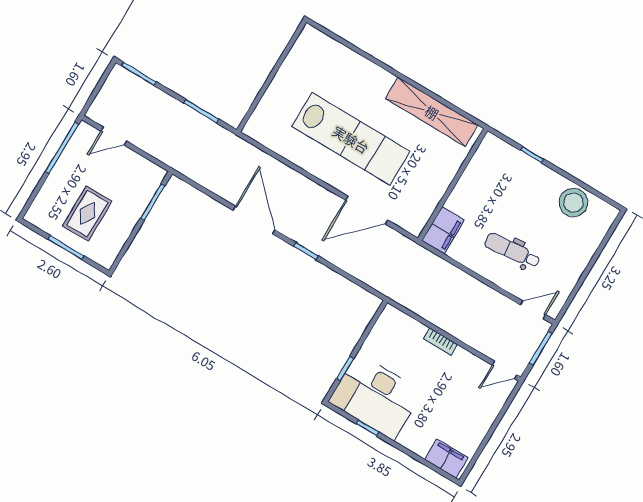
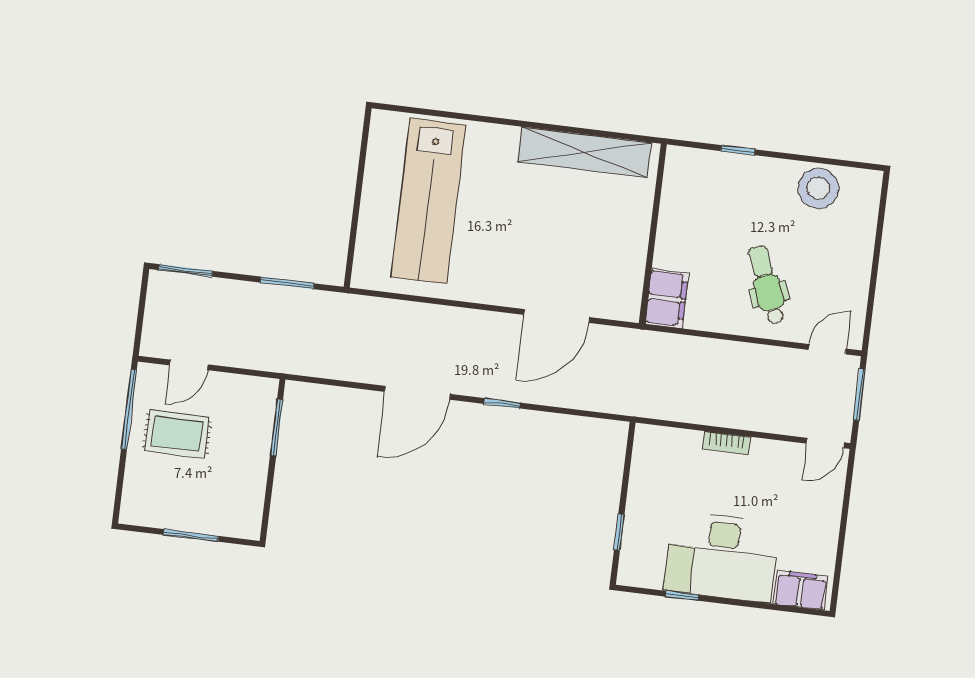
lab bench: (351, 139) -> (429, 201), moved, turned 90
rug: (87, 213) -> (177, 434), moved, turned 90
door: (254, 220) -> (417, 393), swing flipped
dental chair: (512, 251) -> (767, 285), turned 74
desk: (375, 397) -> (722, 557), moved

